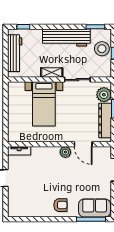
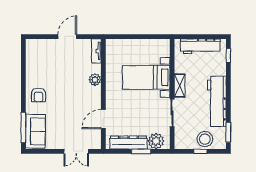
plant: (65, 152) -> (95, 80), moved

